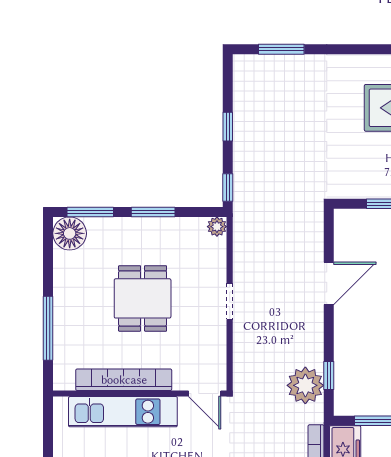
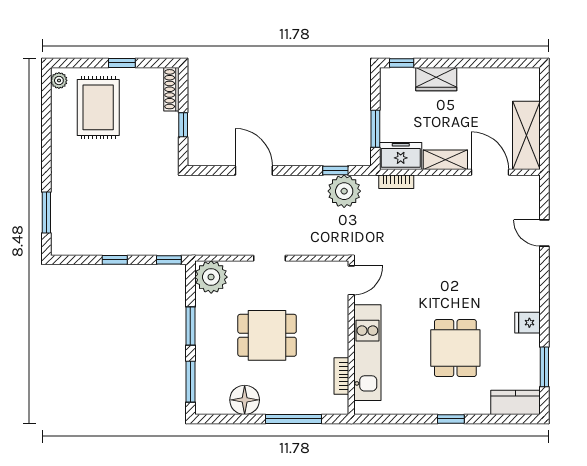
plant: (217, 227) -> (211, 277), width x1.87, depth x1.87
floor lamp: (70, 233) -> (245, 400), moved
bookcase: (124, 380) -> (341, 376), width x0.43, depth x0.76

